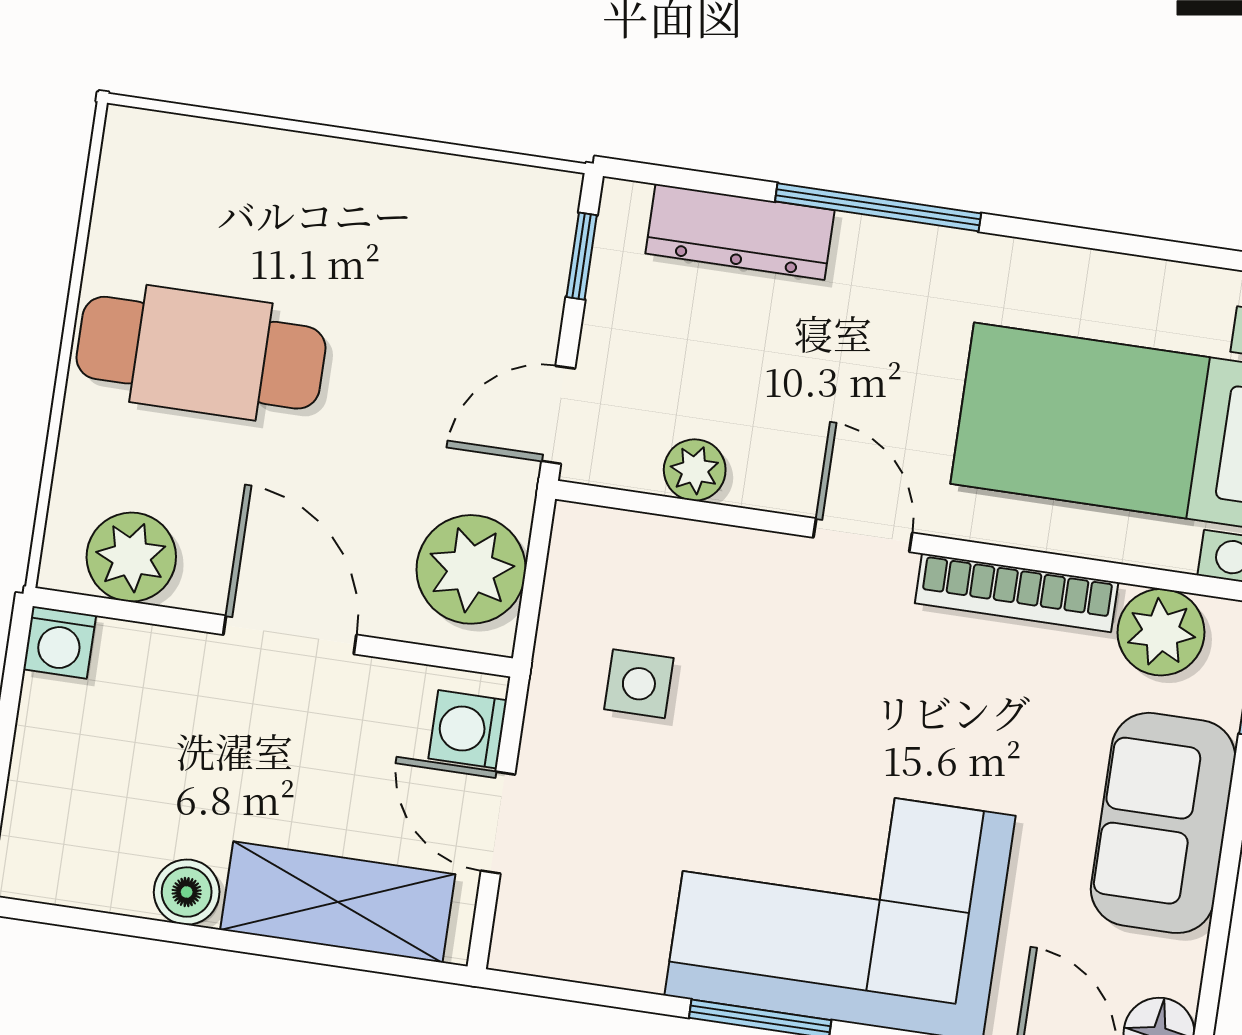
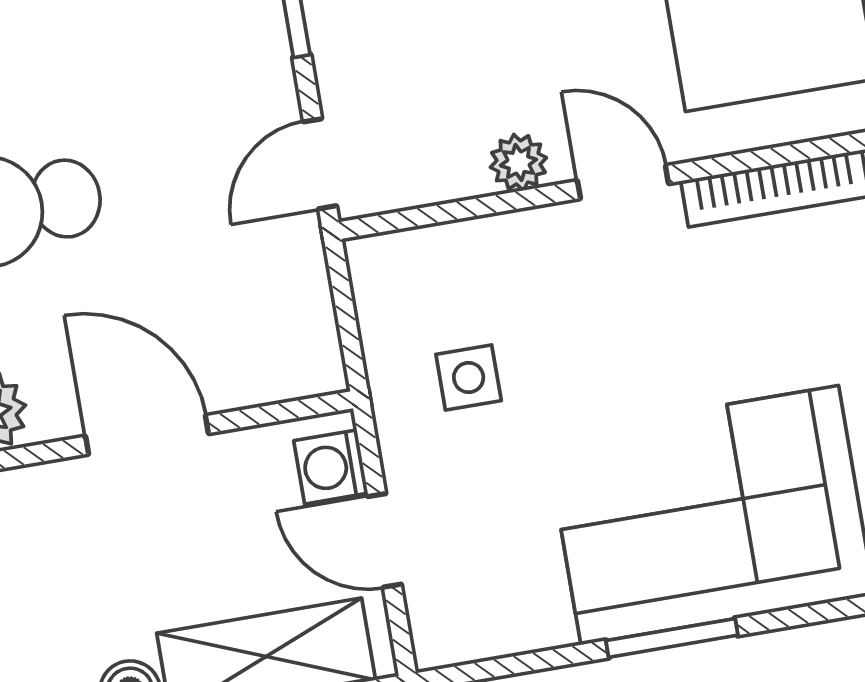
plant: (695, 470) -> (518, 162), moved
plant: (471, 569) -> (288, 325), removed

